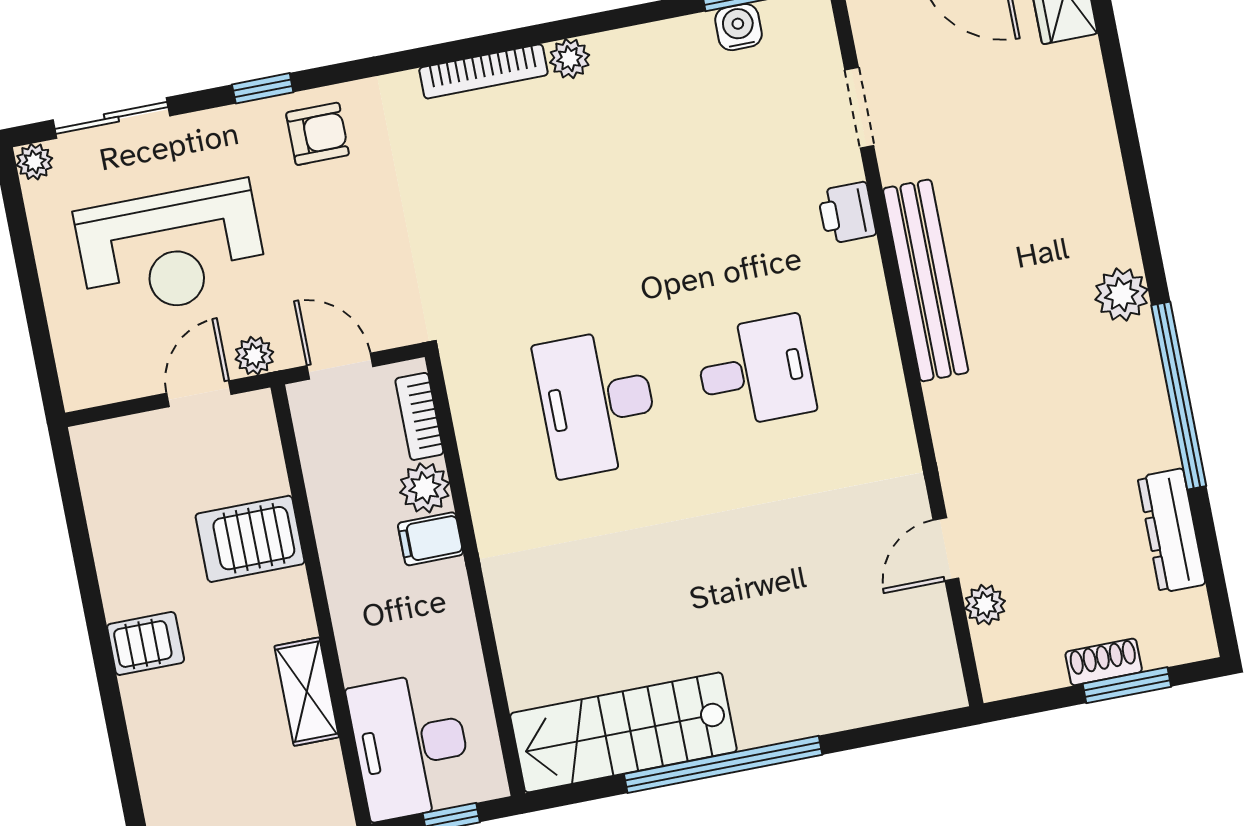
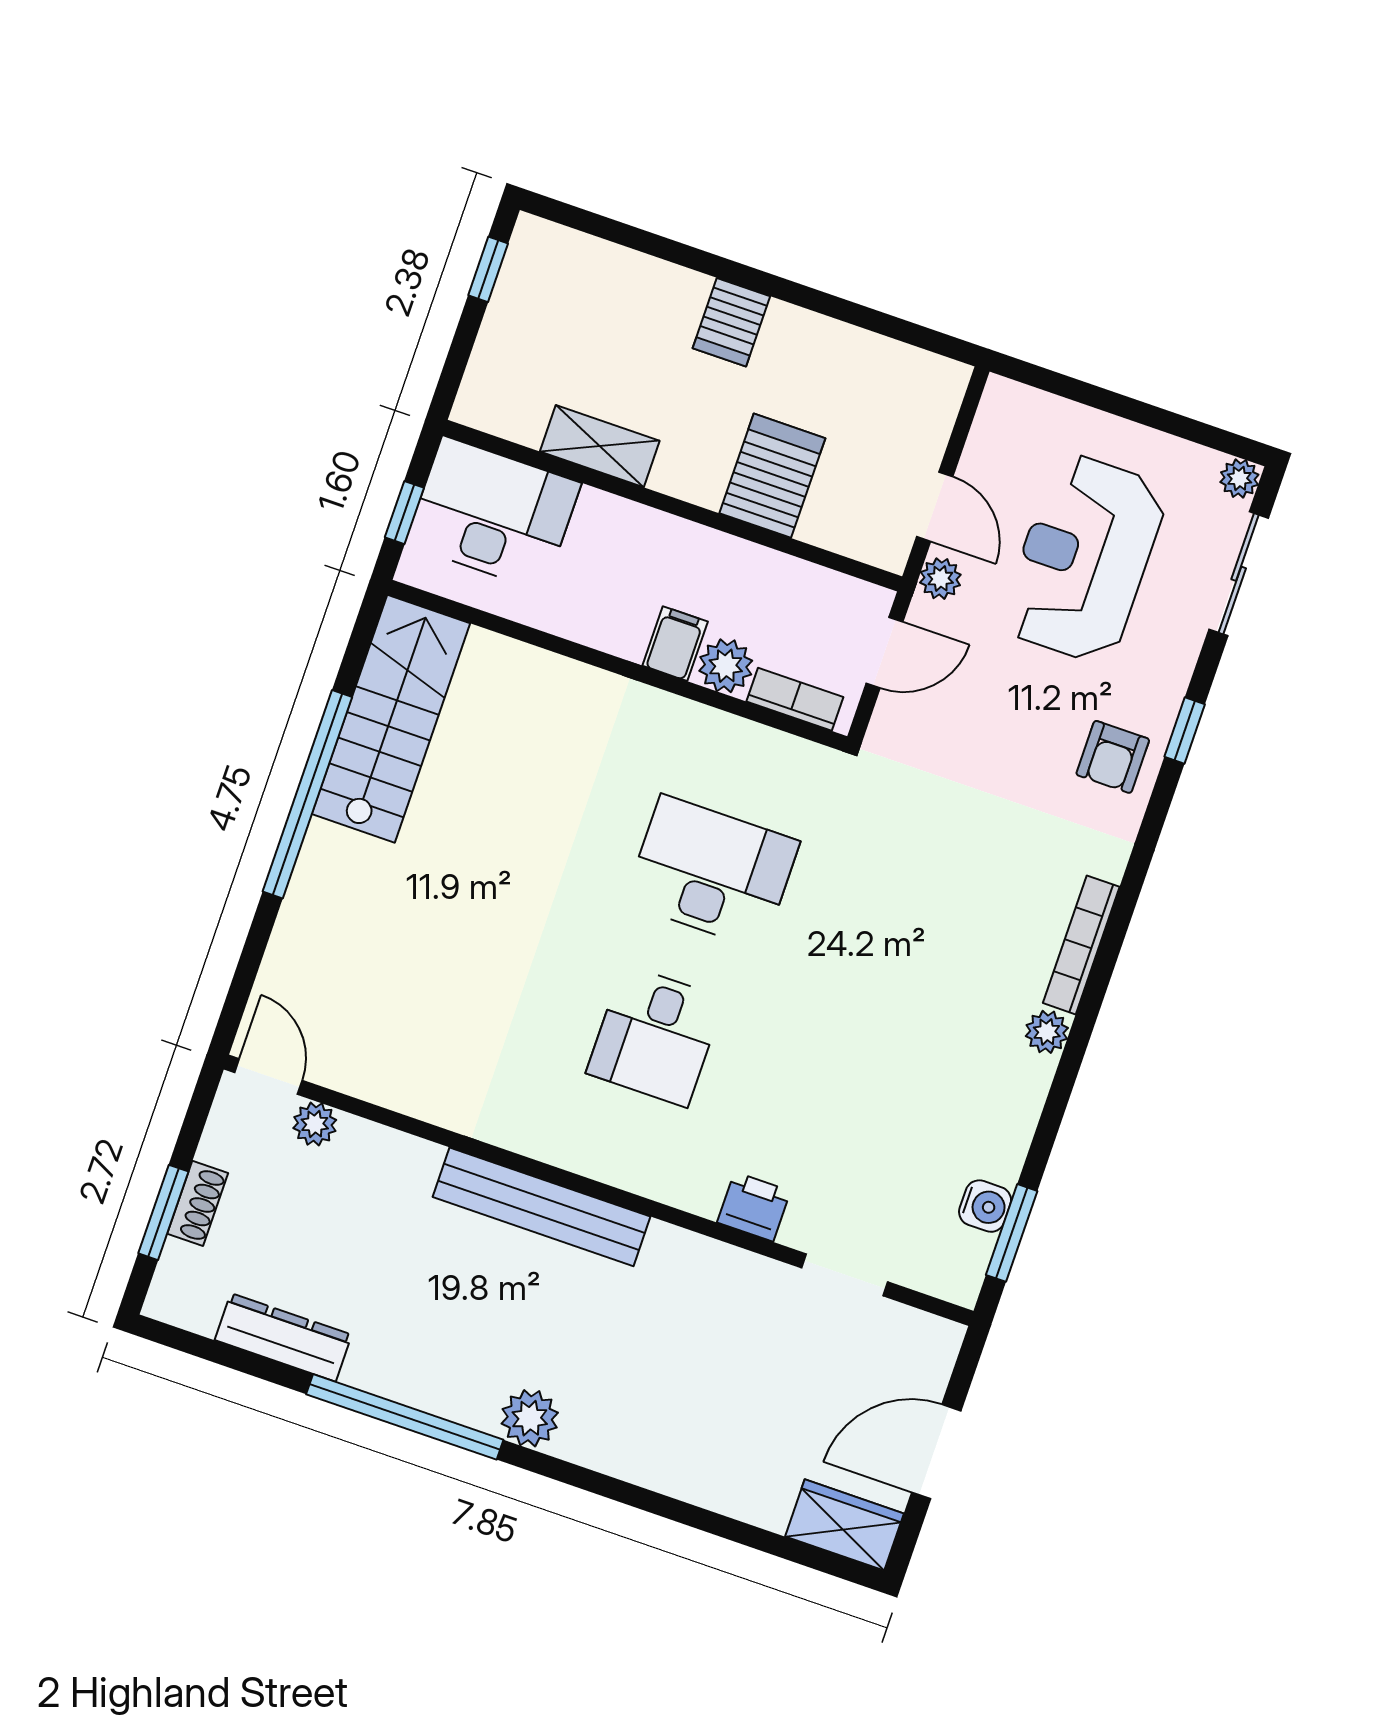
bench: (926, 280) -> (541, 1207), moved
door: (946, 549) -> (268, 1076), moved

